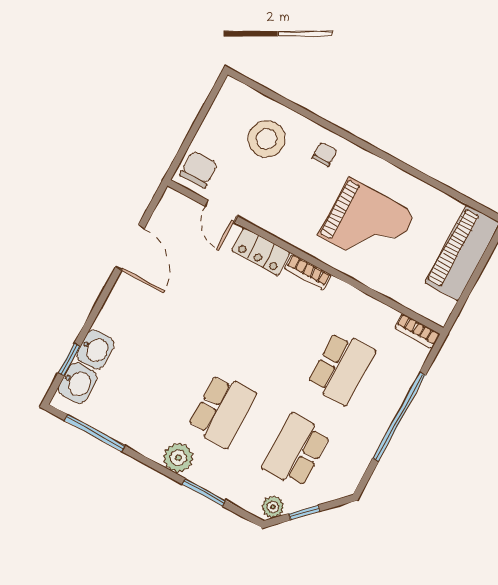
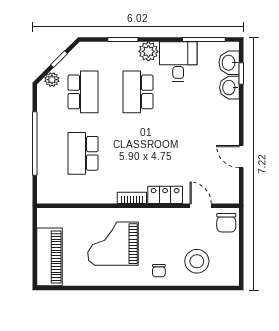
door: (130, 248) -> (241, 157), width x0.73
bookcase: (417, 331) -> (51, 198), removed
desk: (146, 422) -> (178, 62), added
plant: (273, 507) -> (52, 80), moved

